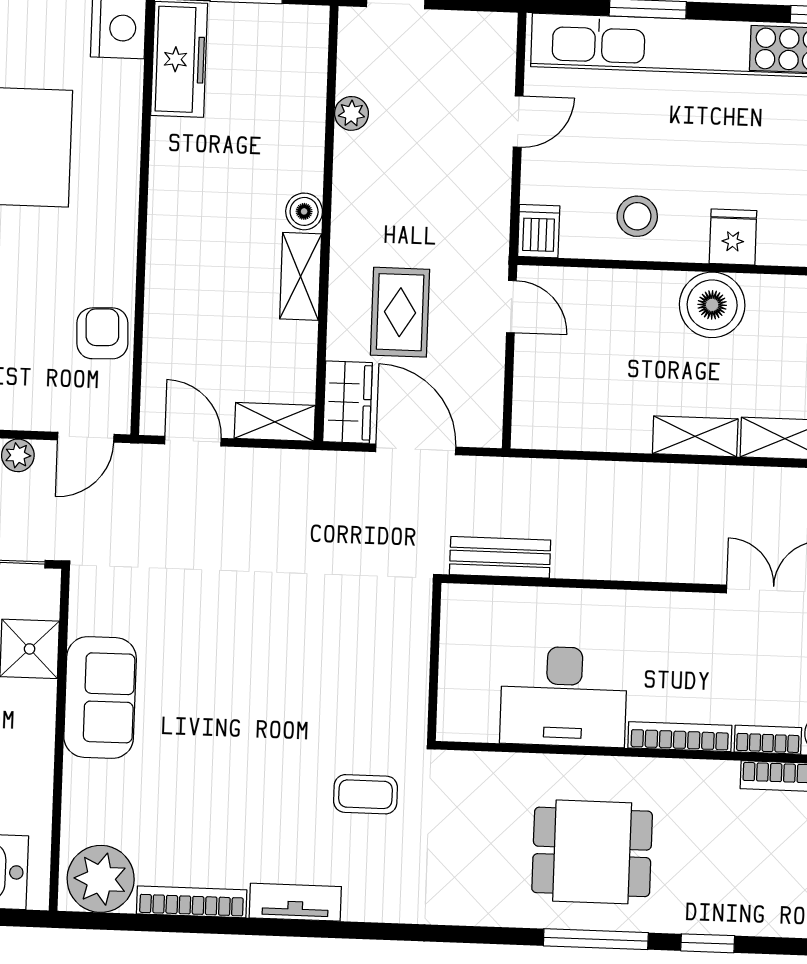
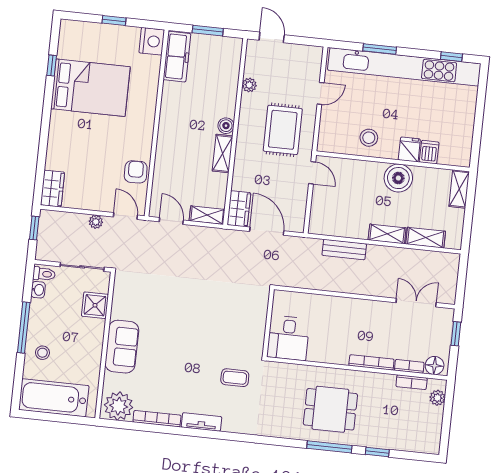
dishwasher: (539, 231) -> (429, 152), moved
rug: (400, 312) -> (283, 130), moved, width x1.36, depth x1.43
door: (86, 437) -> (125, 216), swing flipped
bench: (500, 557) -> (344, 250), moved
desk: (564, 696) -> (288, 338), moved, width x0.73
sofa: (100, 697) -> (122, 347), moved

